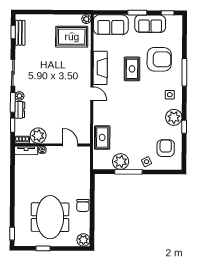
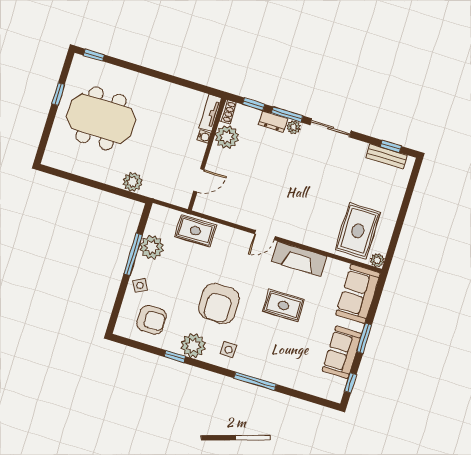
armchair: (159, 59) -> (219, 303), moved
chair: (83, 205) -> (104, 172), removed
plant: (83, 240) -> (133, 182), moved

